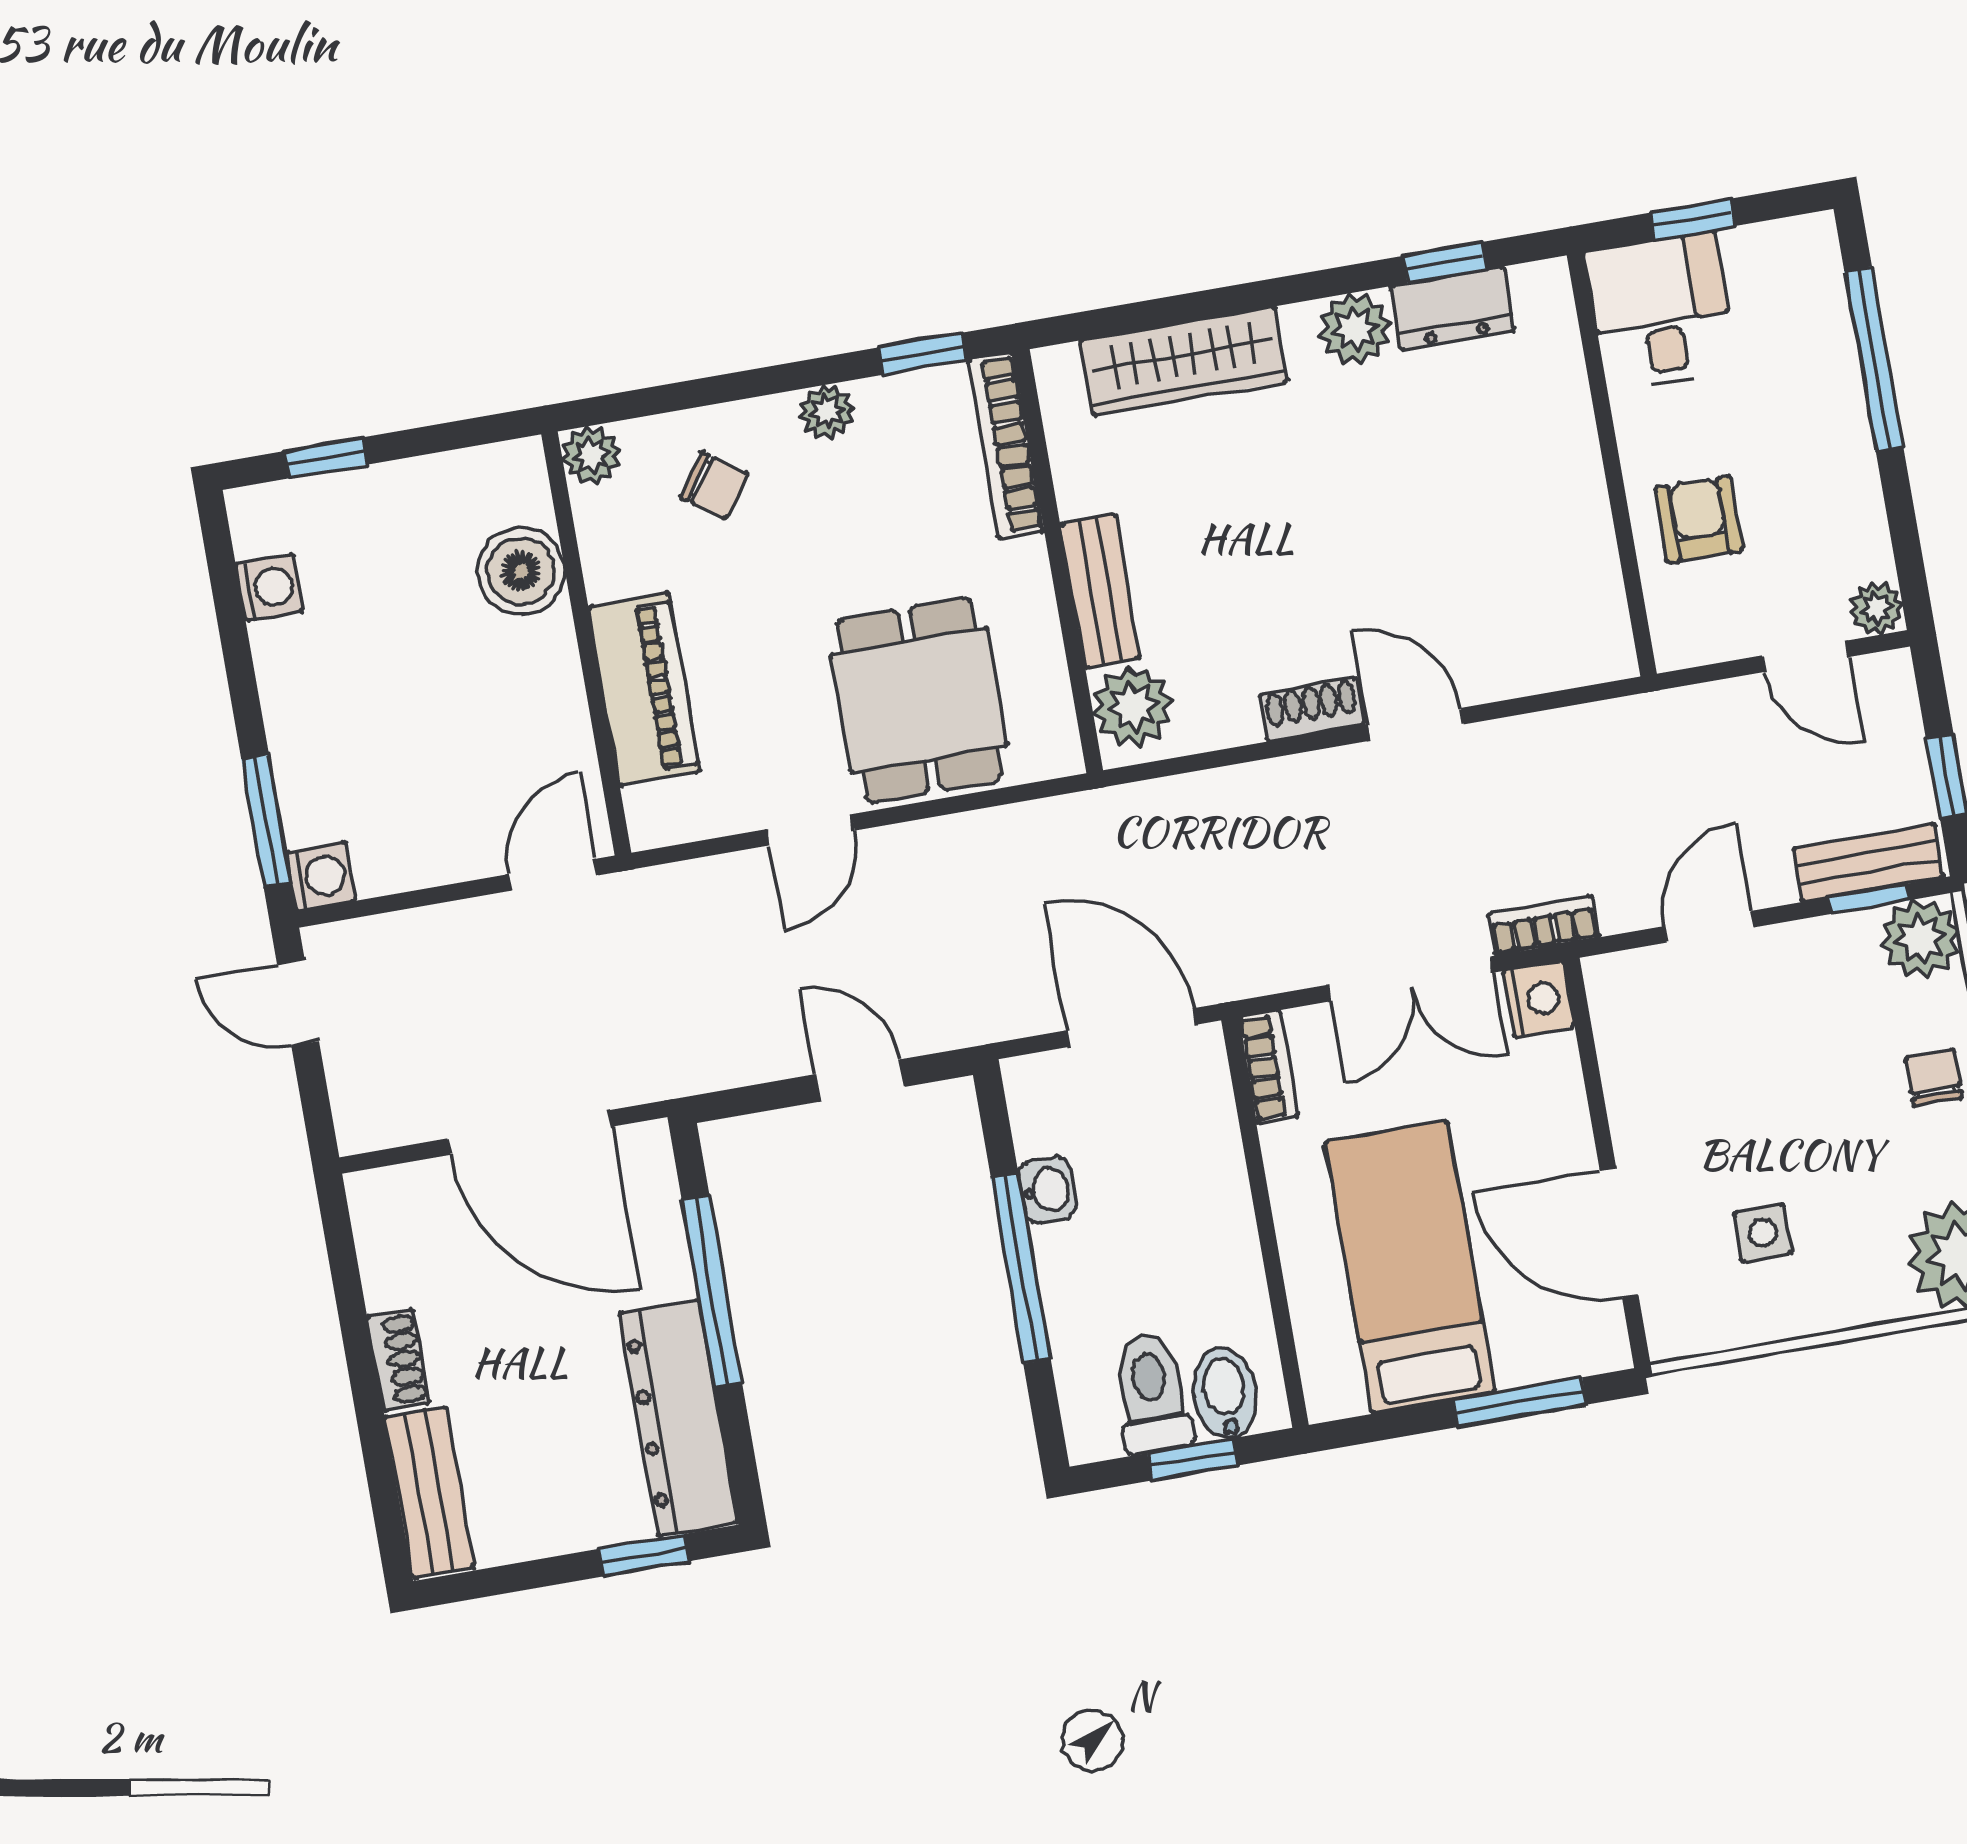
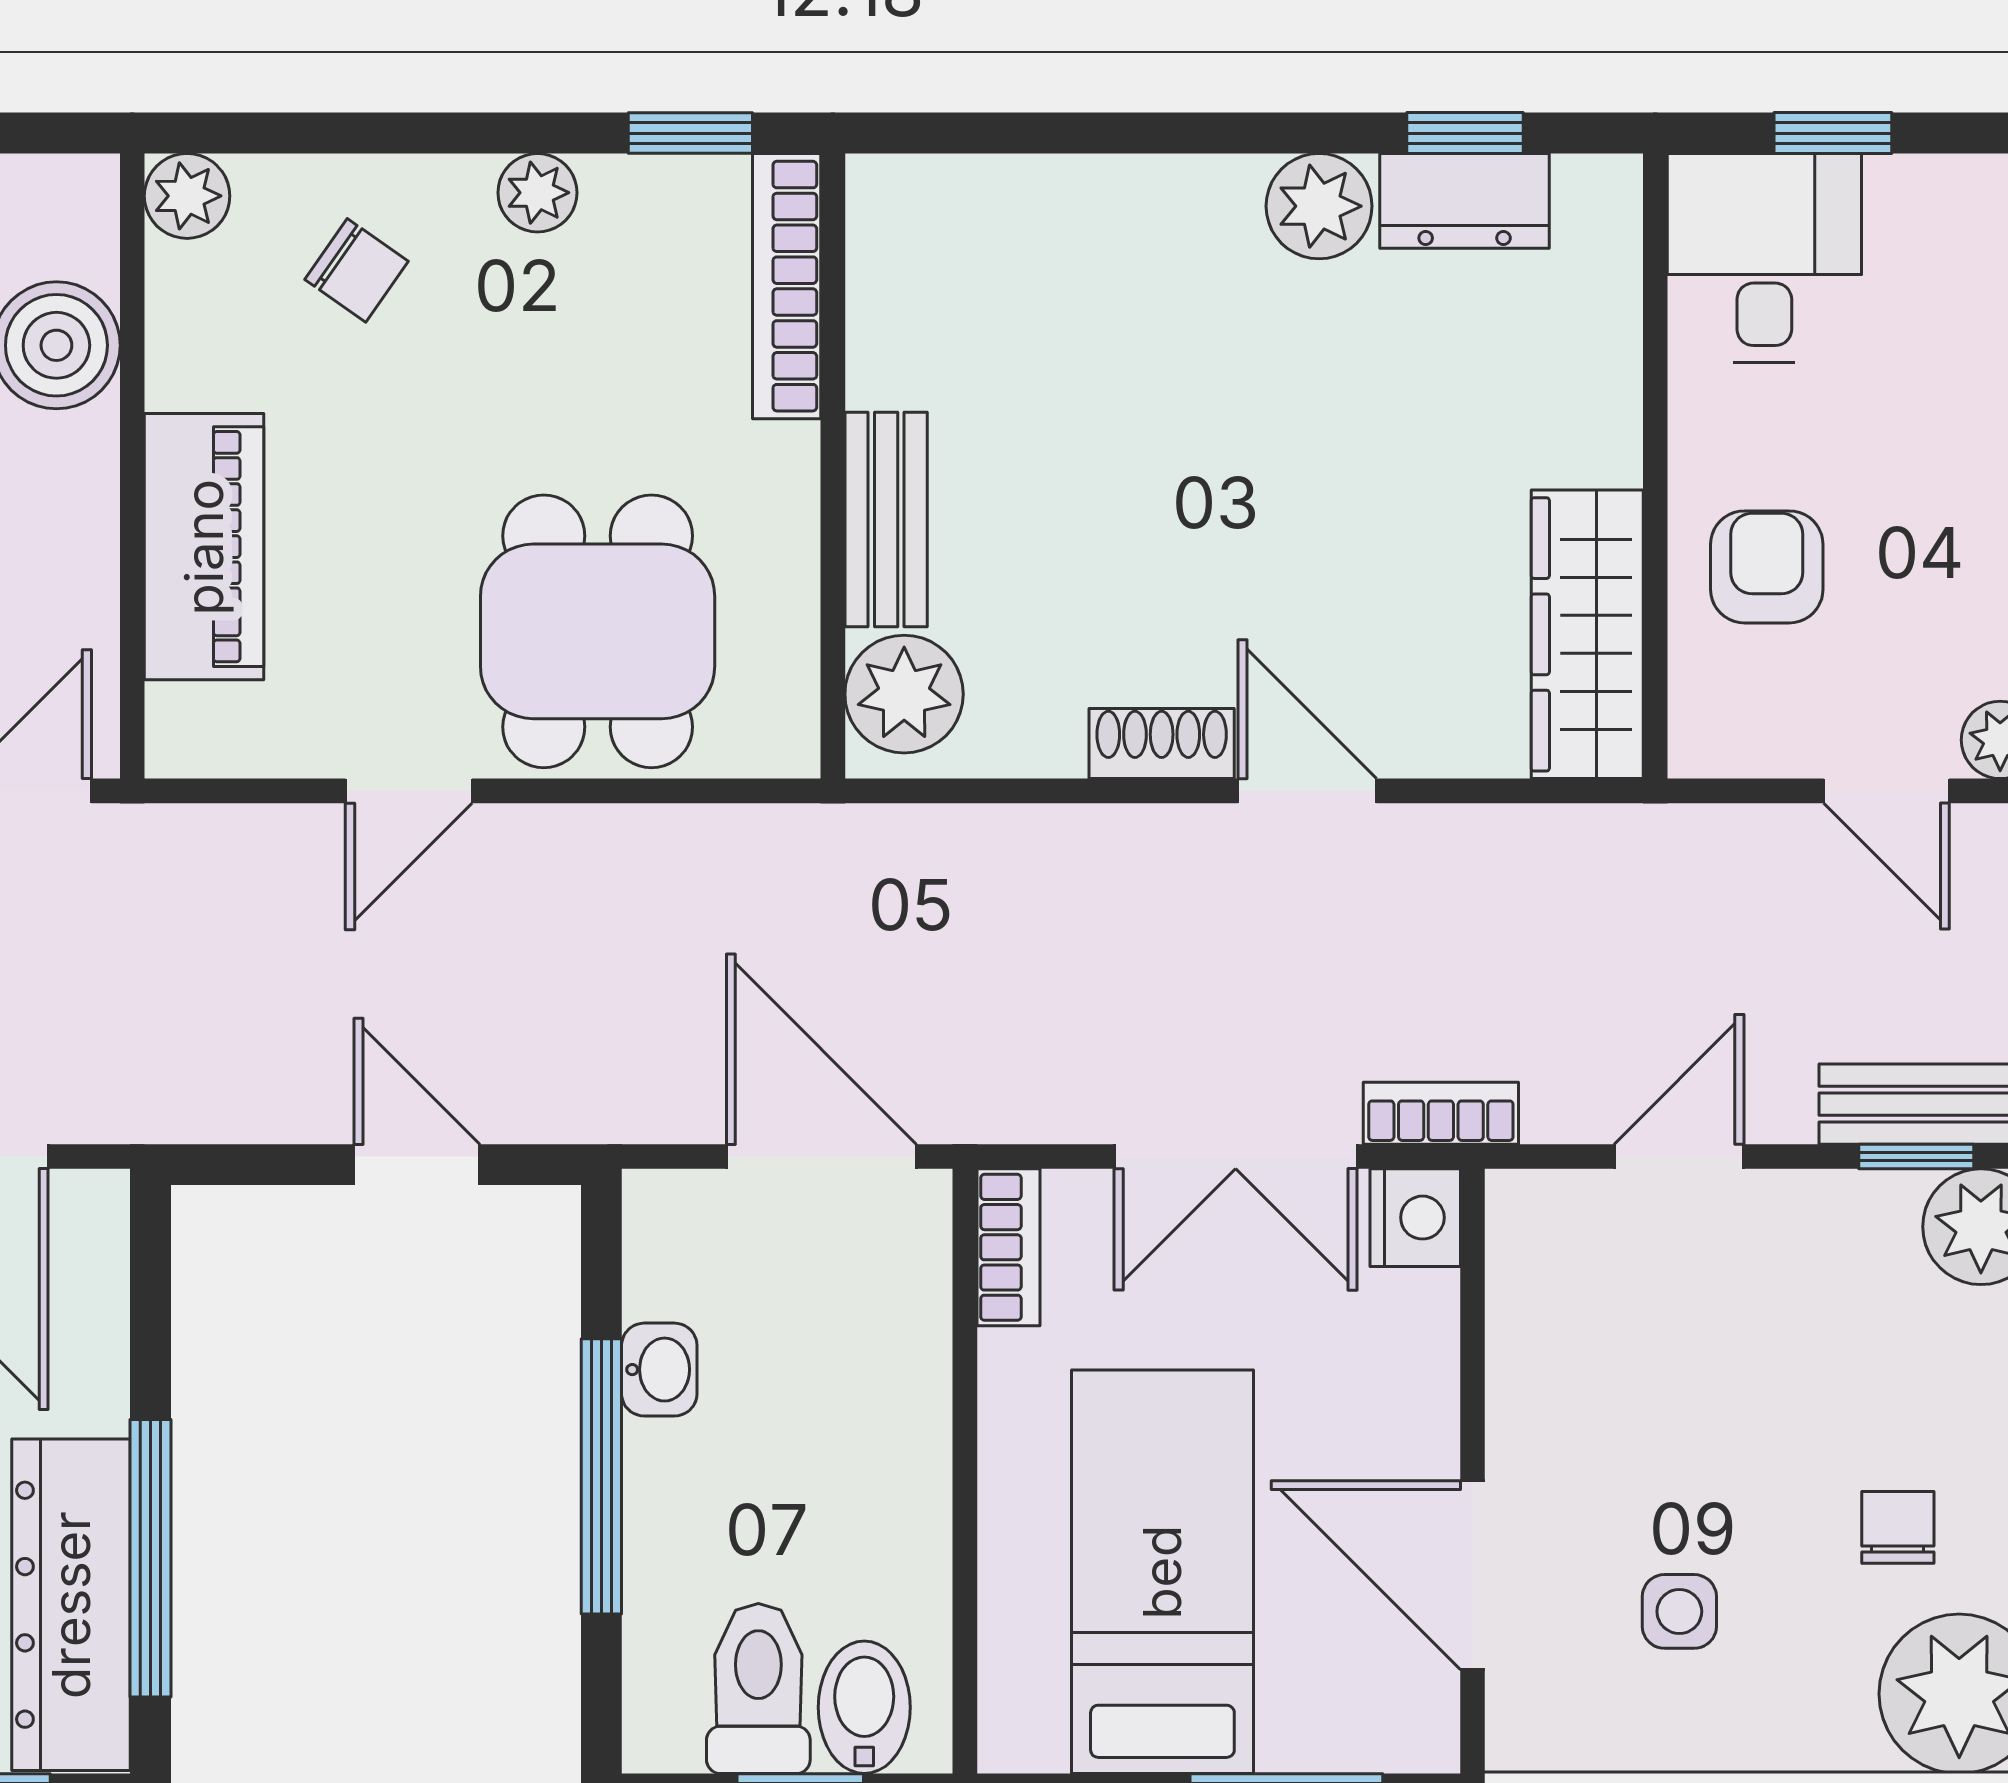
wardrobe: (1184, 361) -> (1587, 634), moved, turned 90
chair: (1934, 1078) -> (1898, 1527), moved
window: (712, 1291) -> (151, 1558), moved

